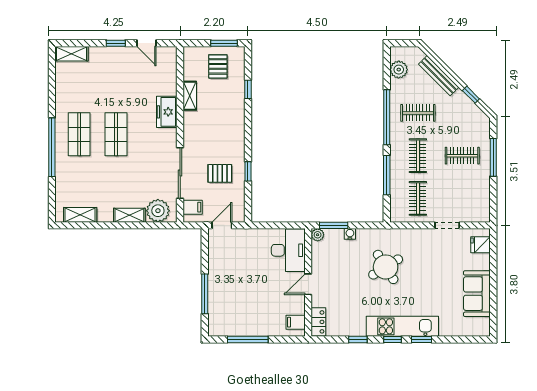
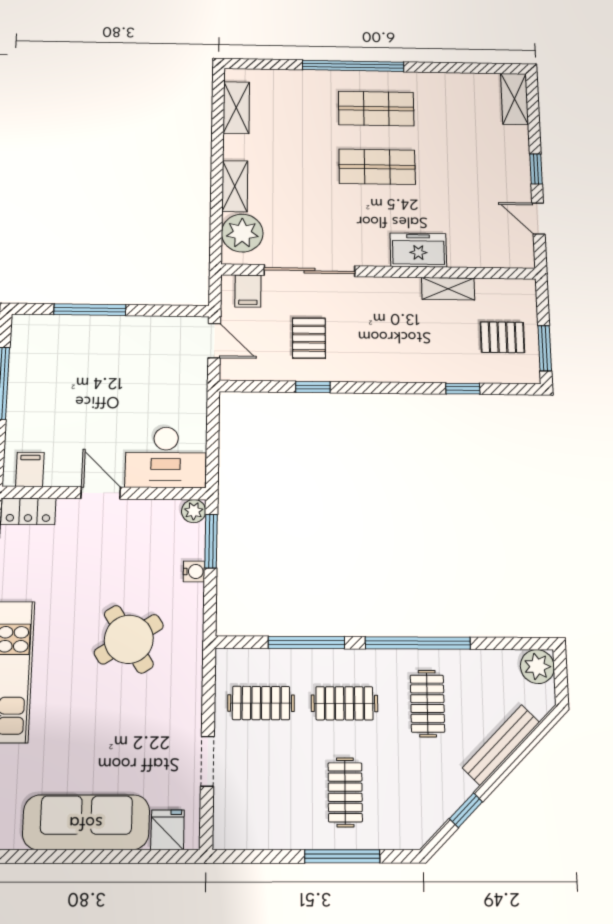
door: (147, 43) -> (538, 219), hinge flipped
plant: (399, 70) -> (537, 667), moved
sofa: (477, 294) -> (86, 822), width x1.36

